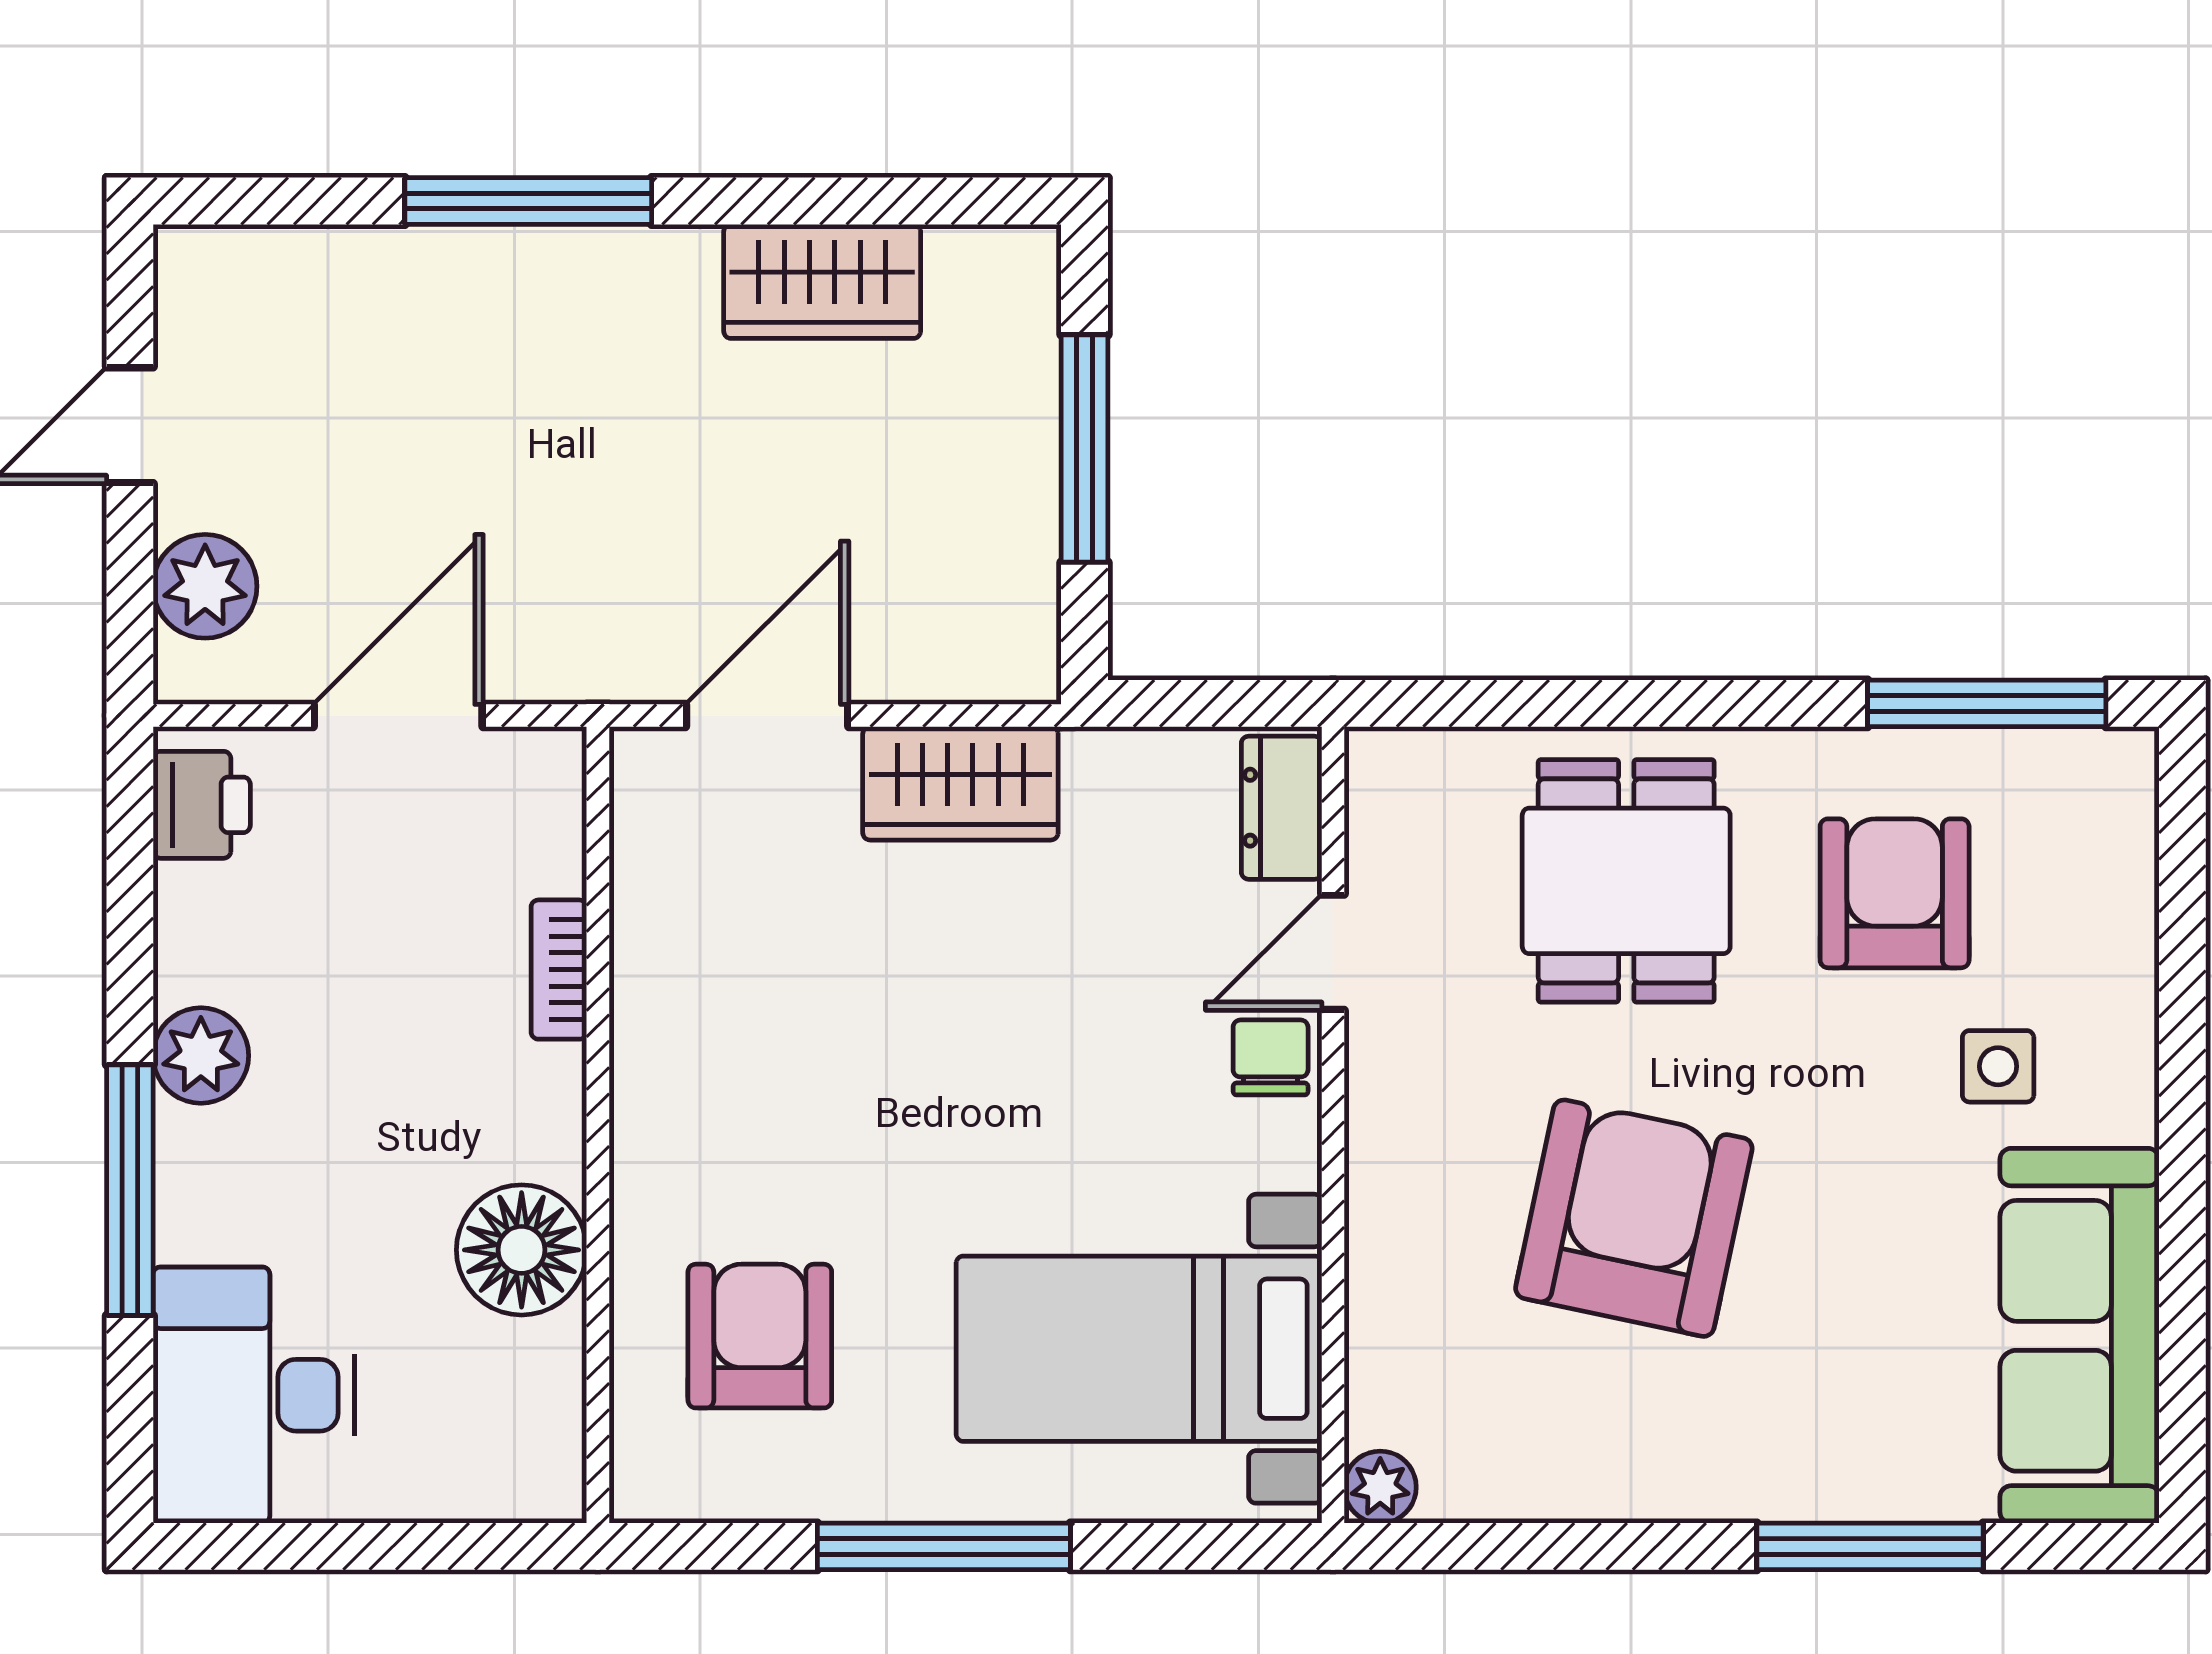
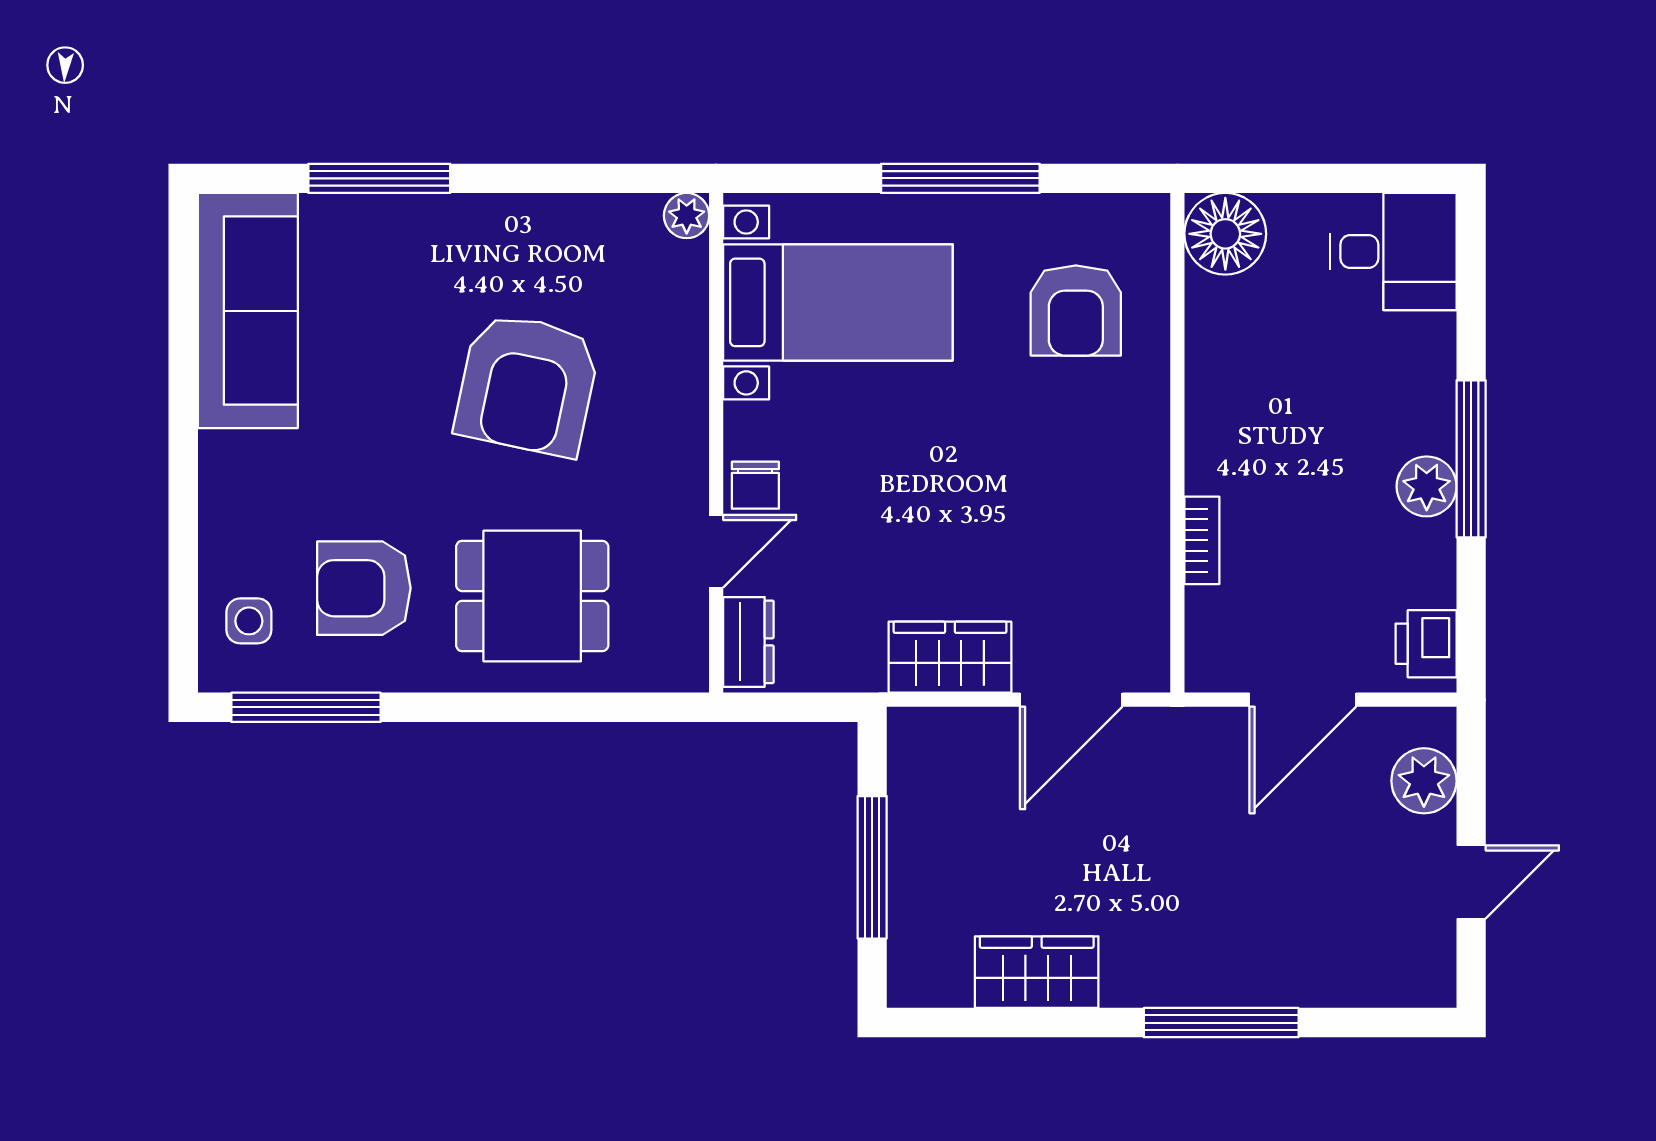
dining table: (1626, 881) -> (532, 596), turned 90
armchair: (1895, 893) -> (364, 588), turned 90
side table: (1998, 1066) -> (249, 621), moved
window: (130, 1190) -> (1471, 459), moved
floor lamp: (522, 1250) -> (1225, 234), moved
desk: (254, 1395) -> (1393, 251), width x0.73

